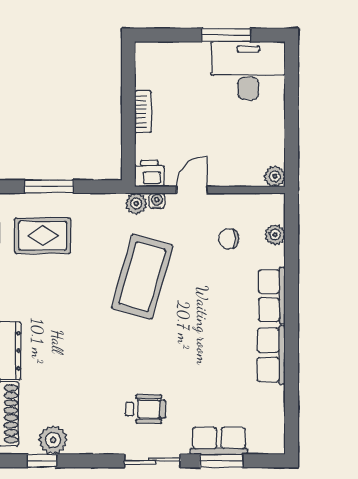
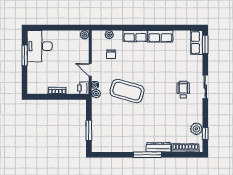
rug: (43, 236) -> (110, 133), removed
row of seats: (219, 441) -> (197, 42), moved
window: (221, 461) -> (205, 45), moved

